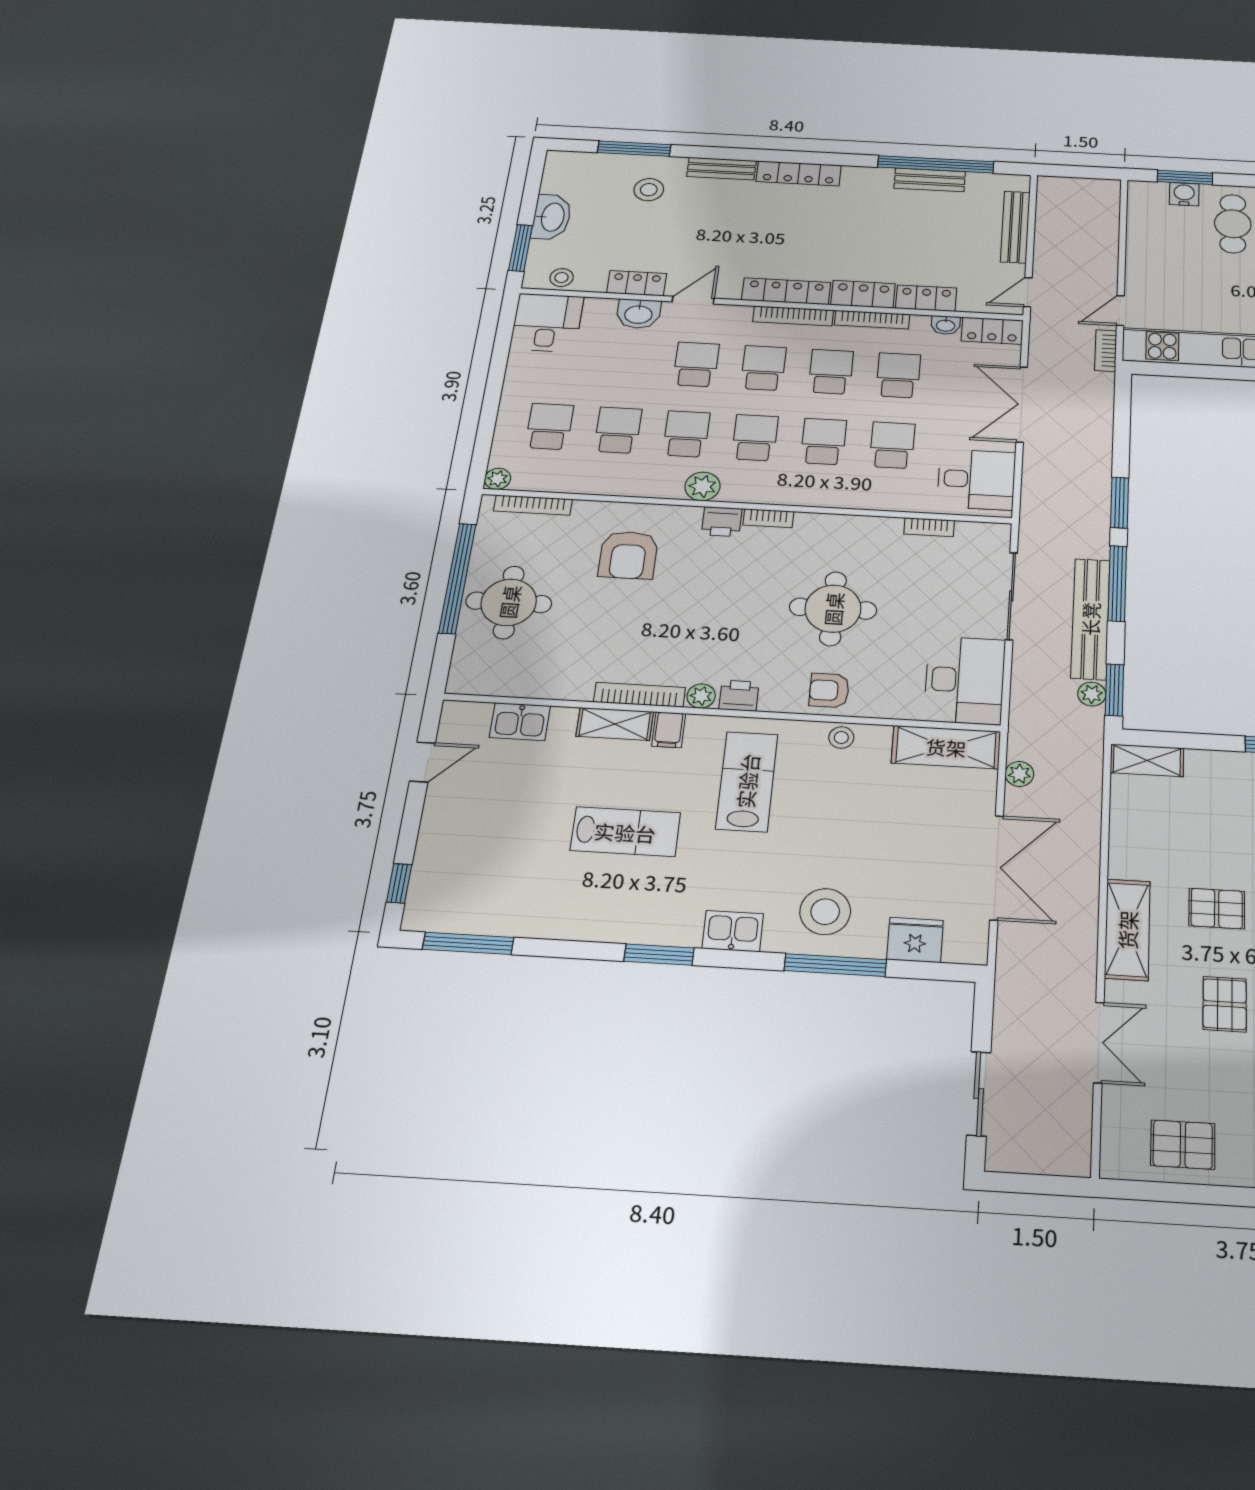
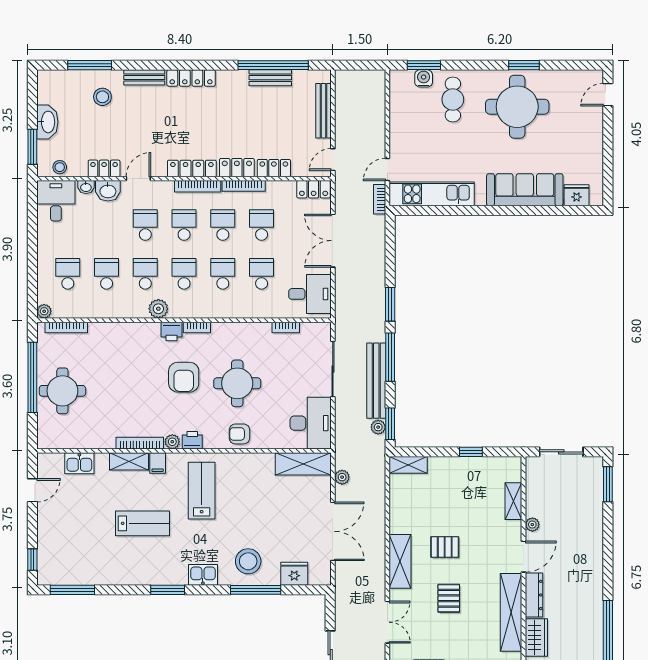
washbasin: (946, 325) -> (86, 187), moved
armchair: (628, 555) -> (184, 377), moved
stool: (841, 738) -> (248, 462), removed

